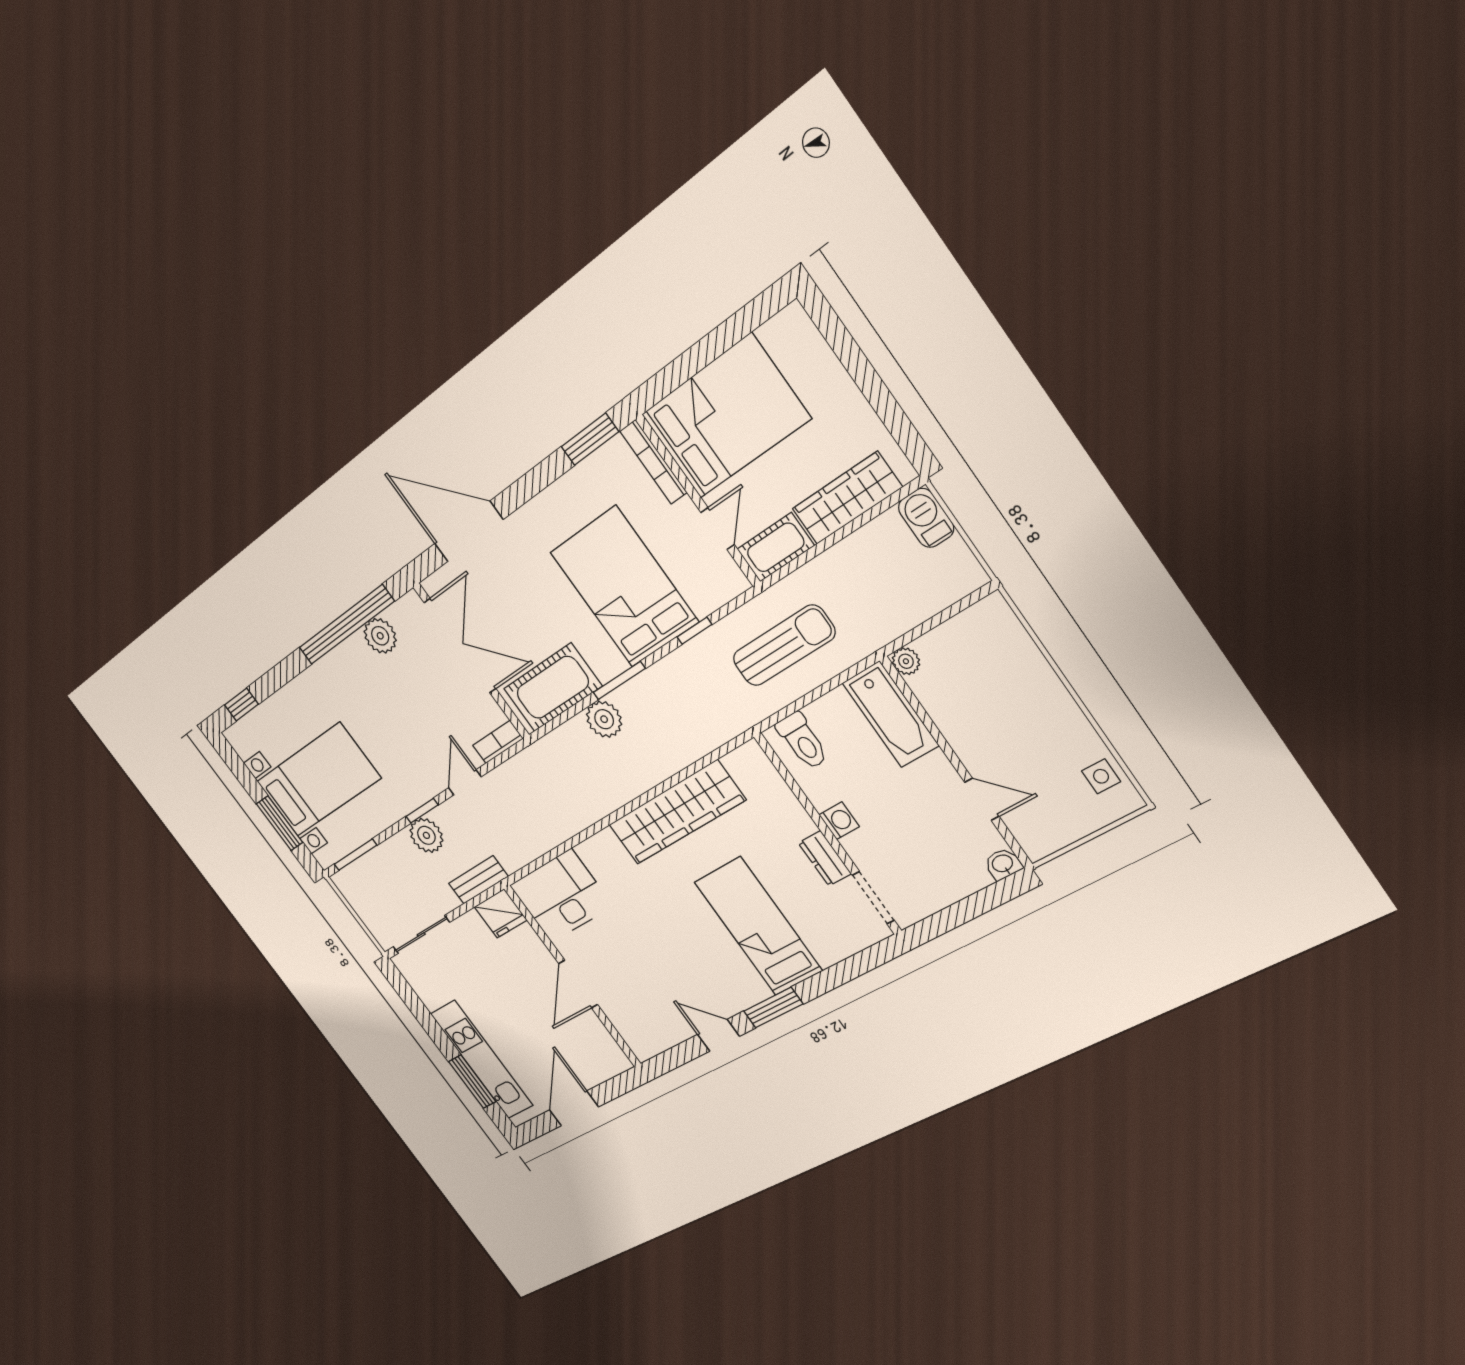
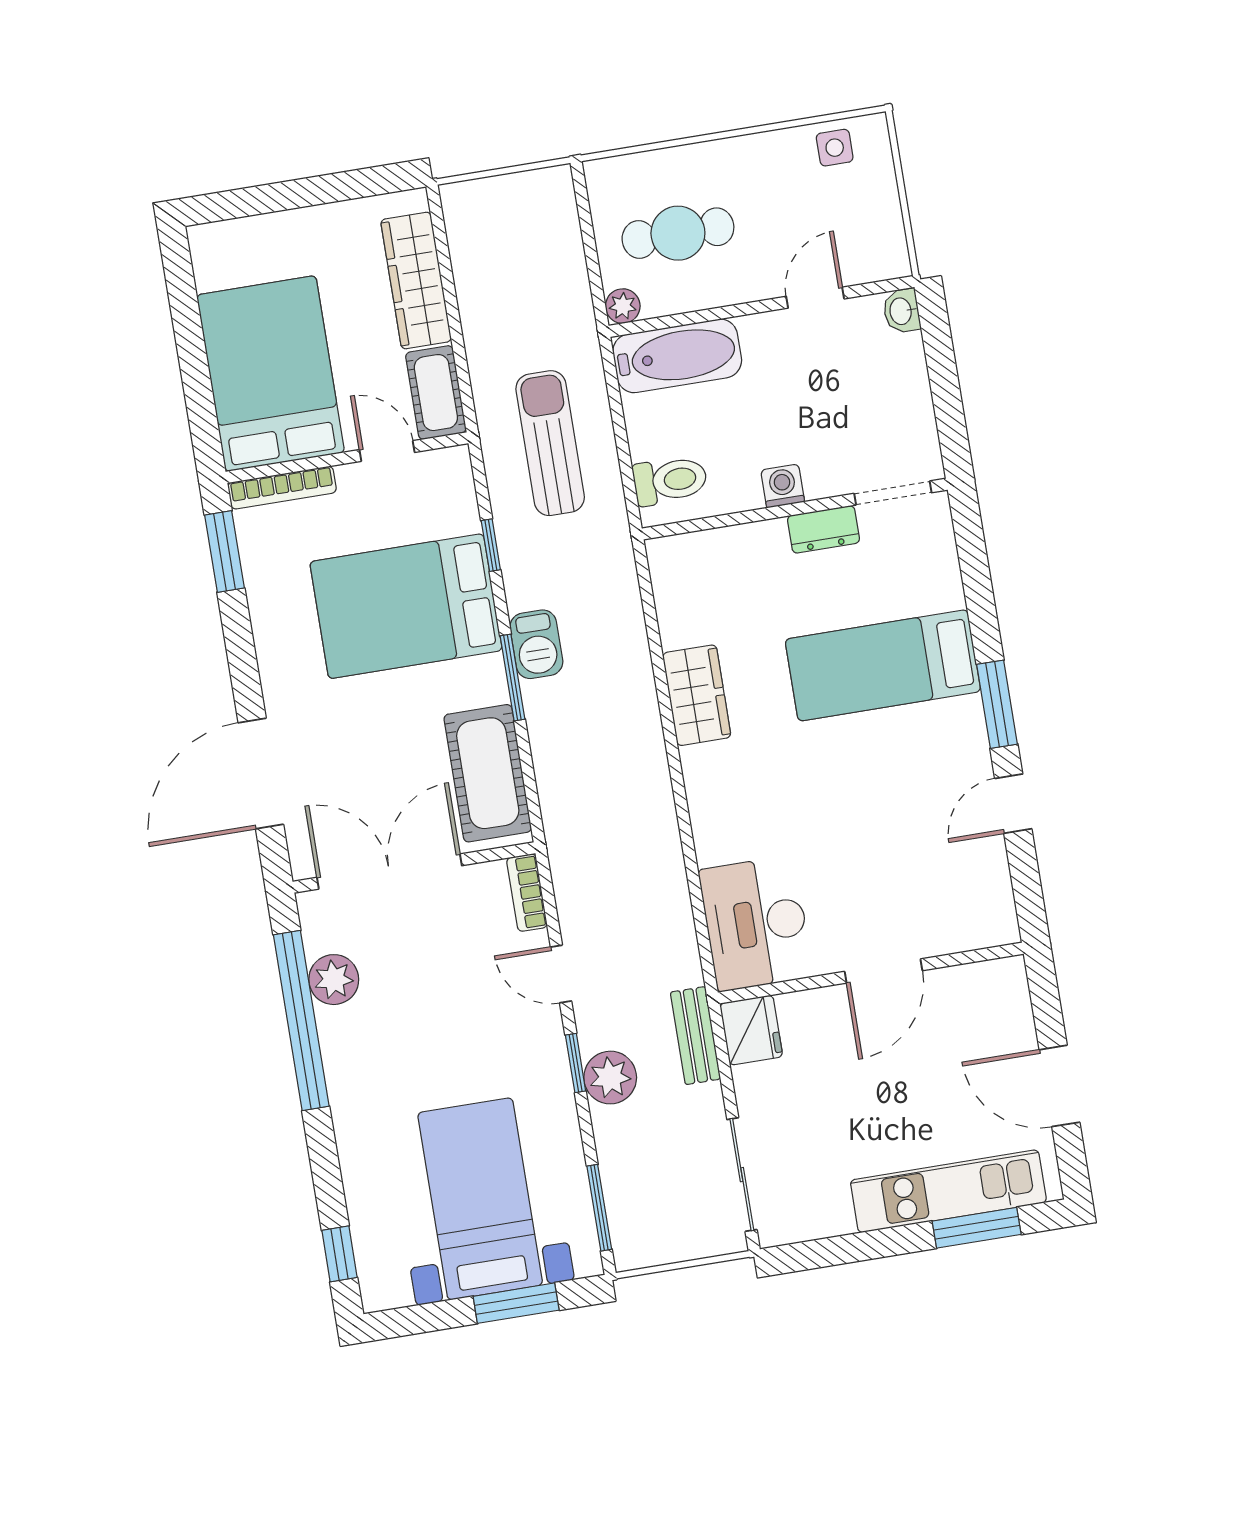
barbecue: (926, 518) -> (536, 644), moved, turned -90
cafe table: (979, 682) -> (678, 233), added
plant: (604, 719) -> (552, 726), removed
wardrobe: (677, 813) -> (697, 695), width x0.48, depth x0.85
door: (578, 984) -> (883, 971), hinge flipped

